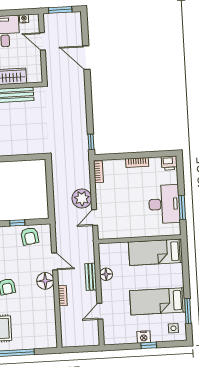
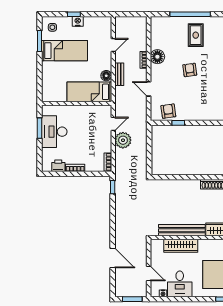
printer: (169, 163) -> (58, 166), moved
bed: (155, 252) -> (89, 92), moved, turned 180
floor lamp: (45, 281) -> (157, 57), moved

